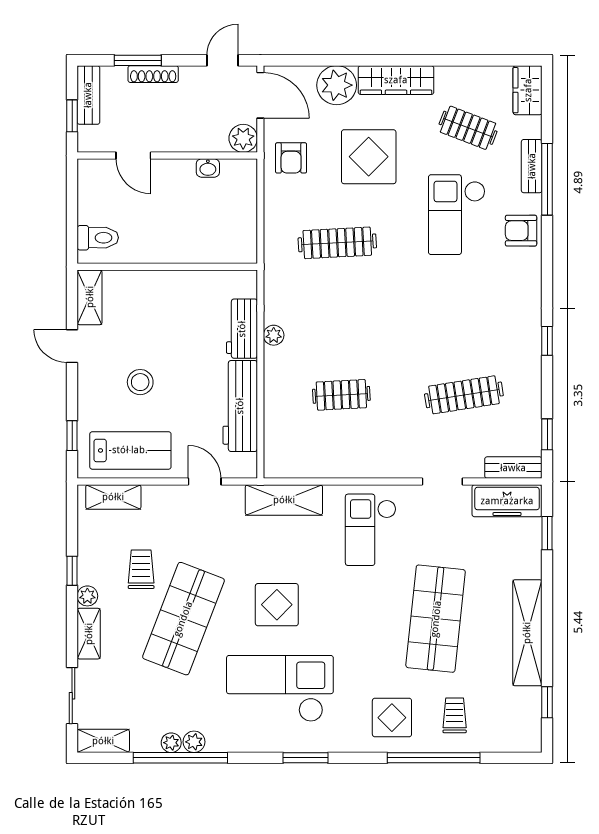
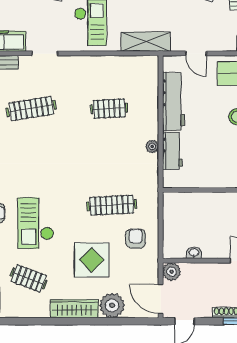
armchair: (291, 158) -> (136, 239), moved
checkout: (457, 215) -> (36, 223), turned 180

